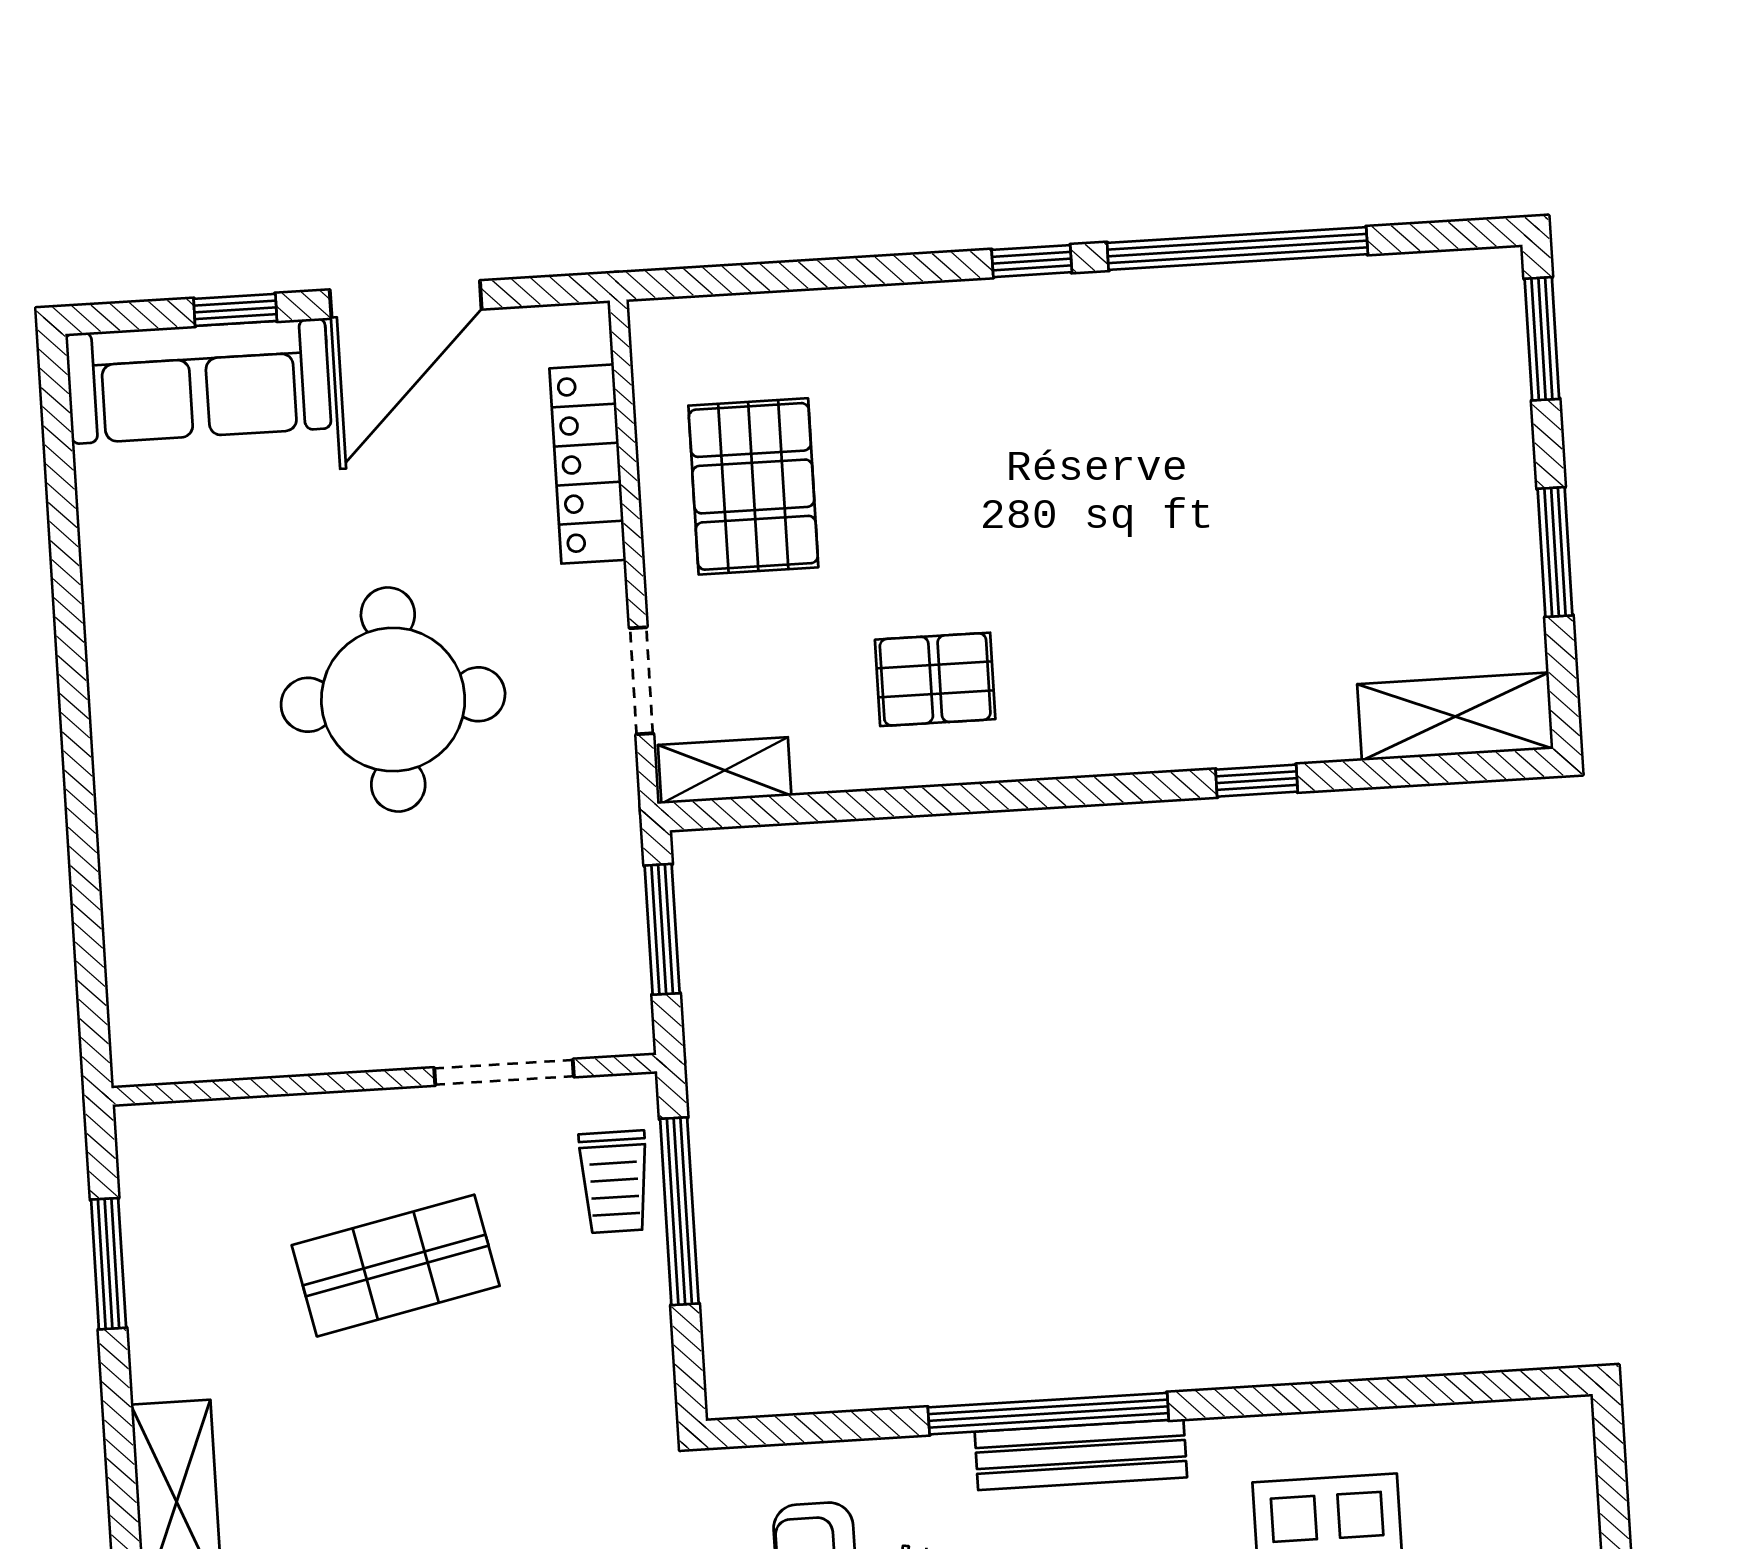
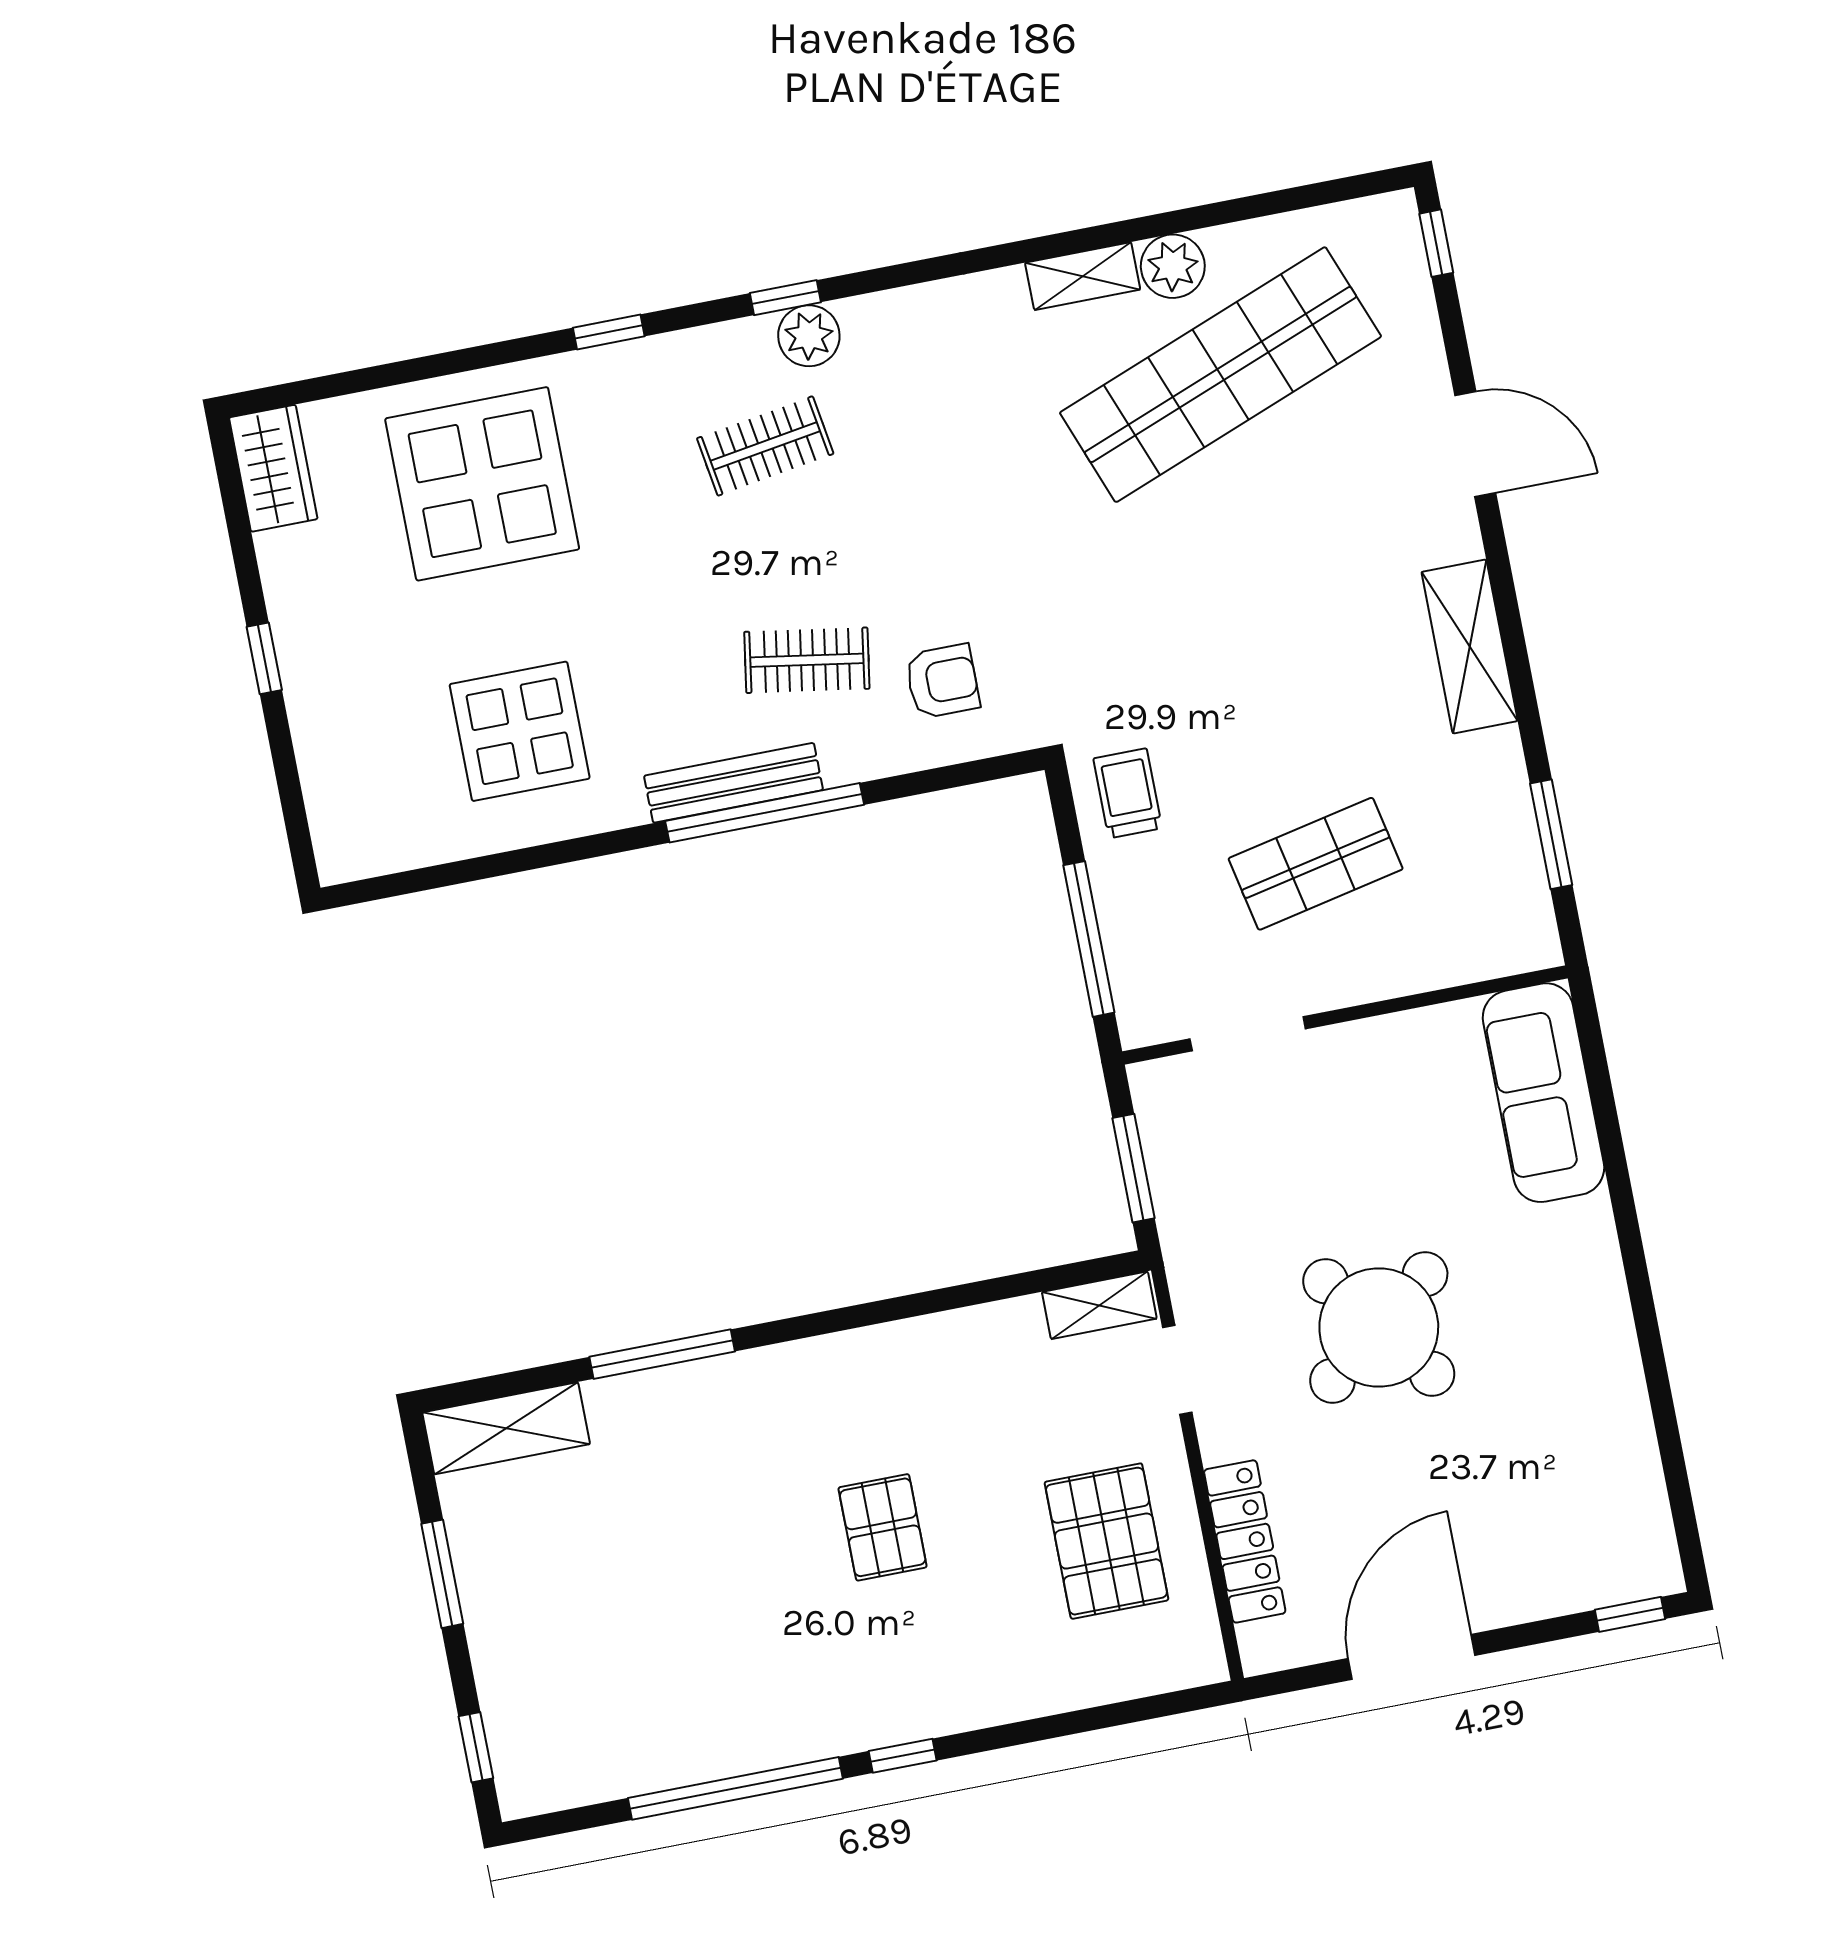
window: (235, 310) -> (1630, 1614), moved
window: (1542, 339) -> (476, 1747), width x0.67
sofa: (198, 381) -> (1543, 1093), moved, turned -90
pallet: (935, 679) -> (883, 1527), moved, turned 90
round table: (393, 700) -> (1379, 1327), turned -38
window: (1257, 781) -> (662, 1354), width x2.17
trolley: (614, 1182) -> (1128, 793), moved

